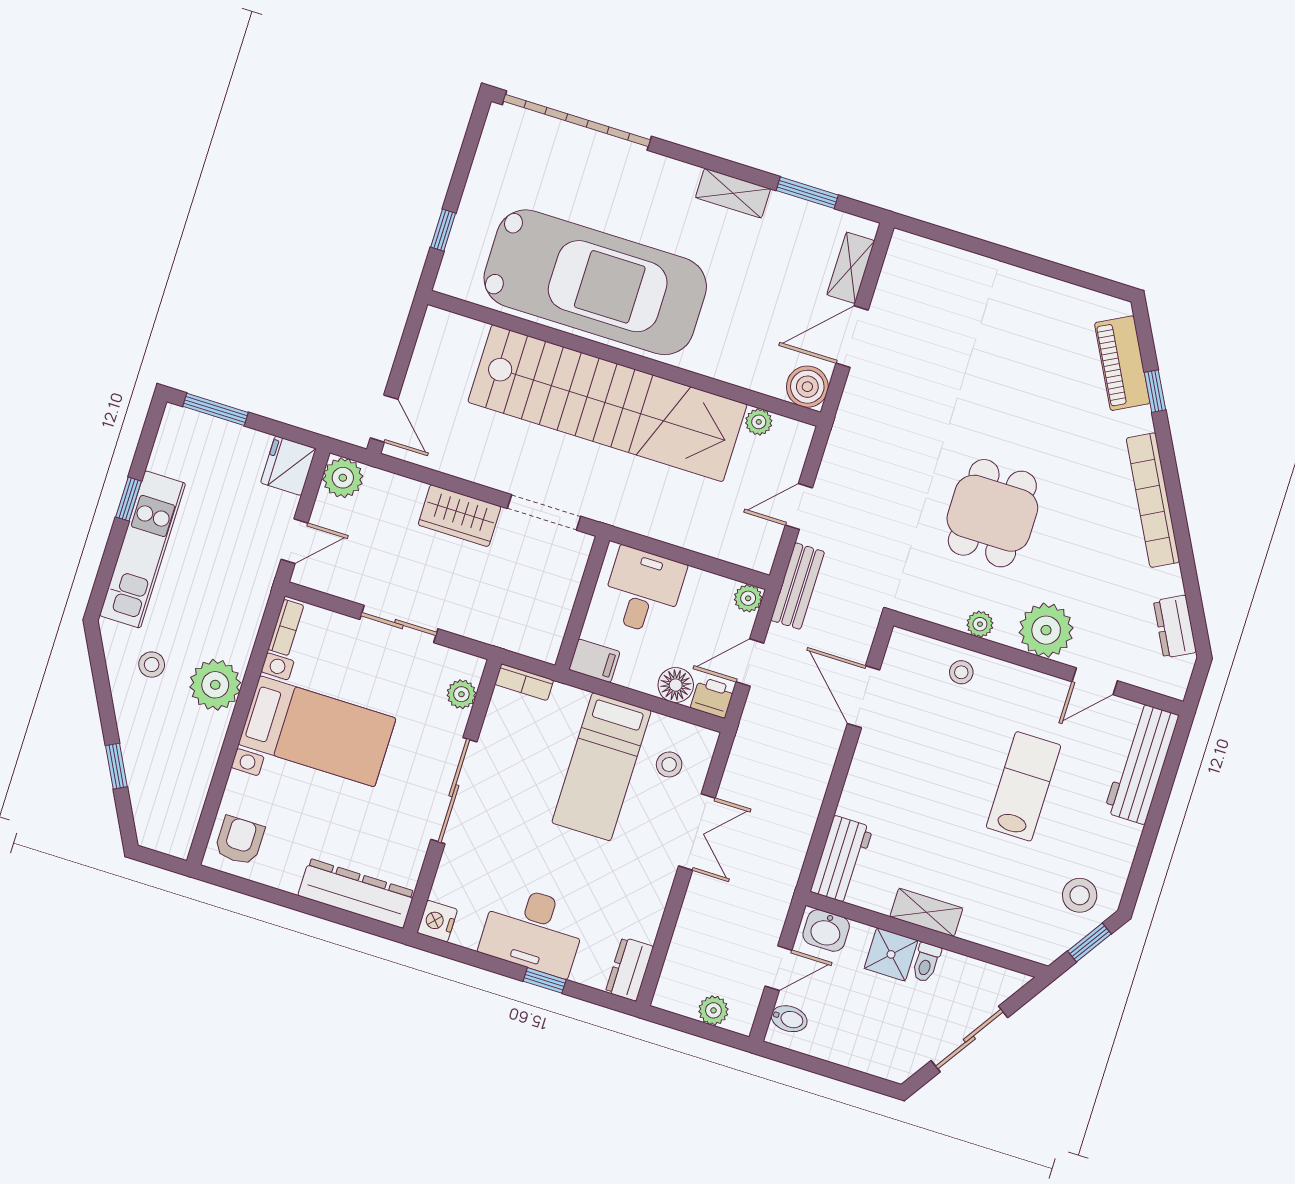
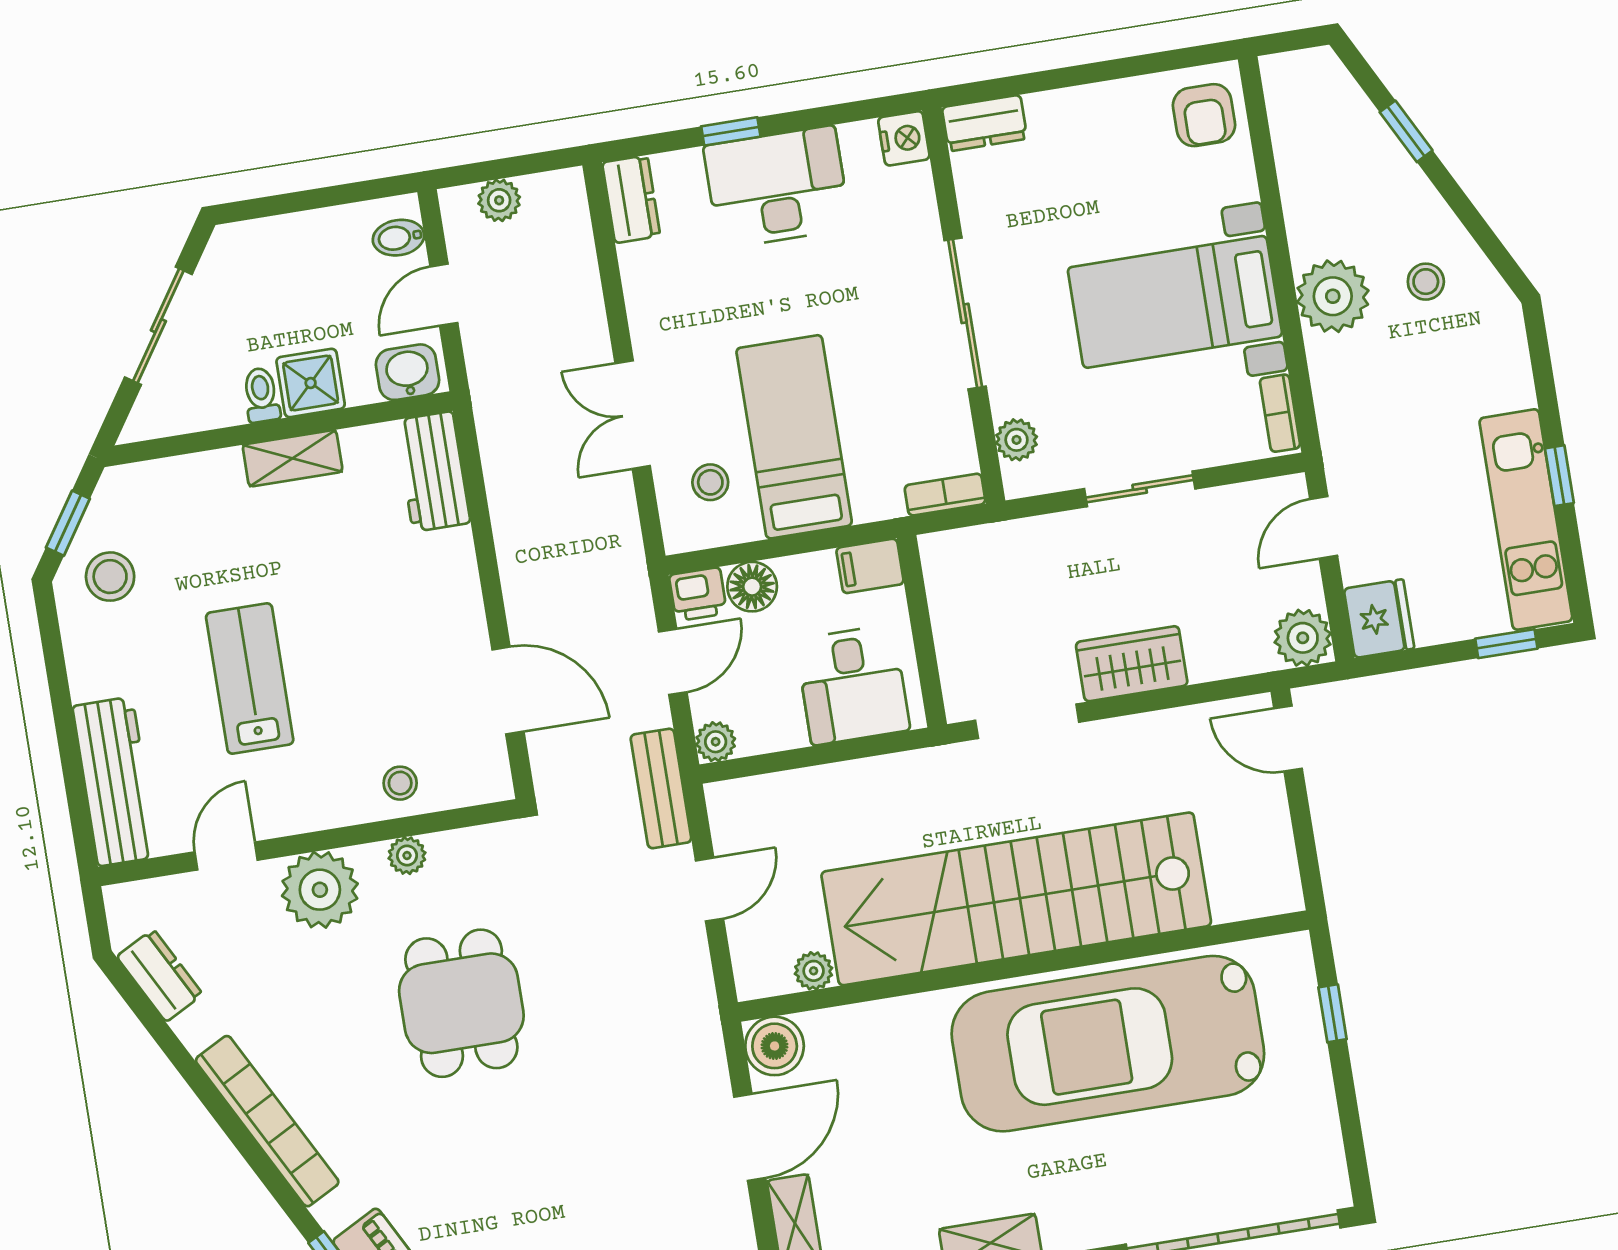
window: (215, 409) -> (1506, 644), width x0.67
kitchen unit: (143, 549) -> (1526, 520), moved
lab bench: (1023, 786) -> (250, 678), turned 180
dresser: (356, 893) -> (985, 123), width x0.51, depth x0.80

